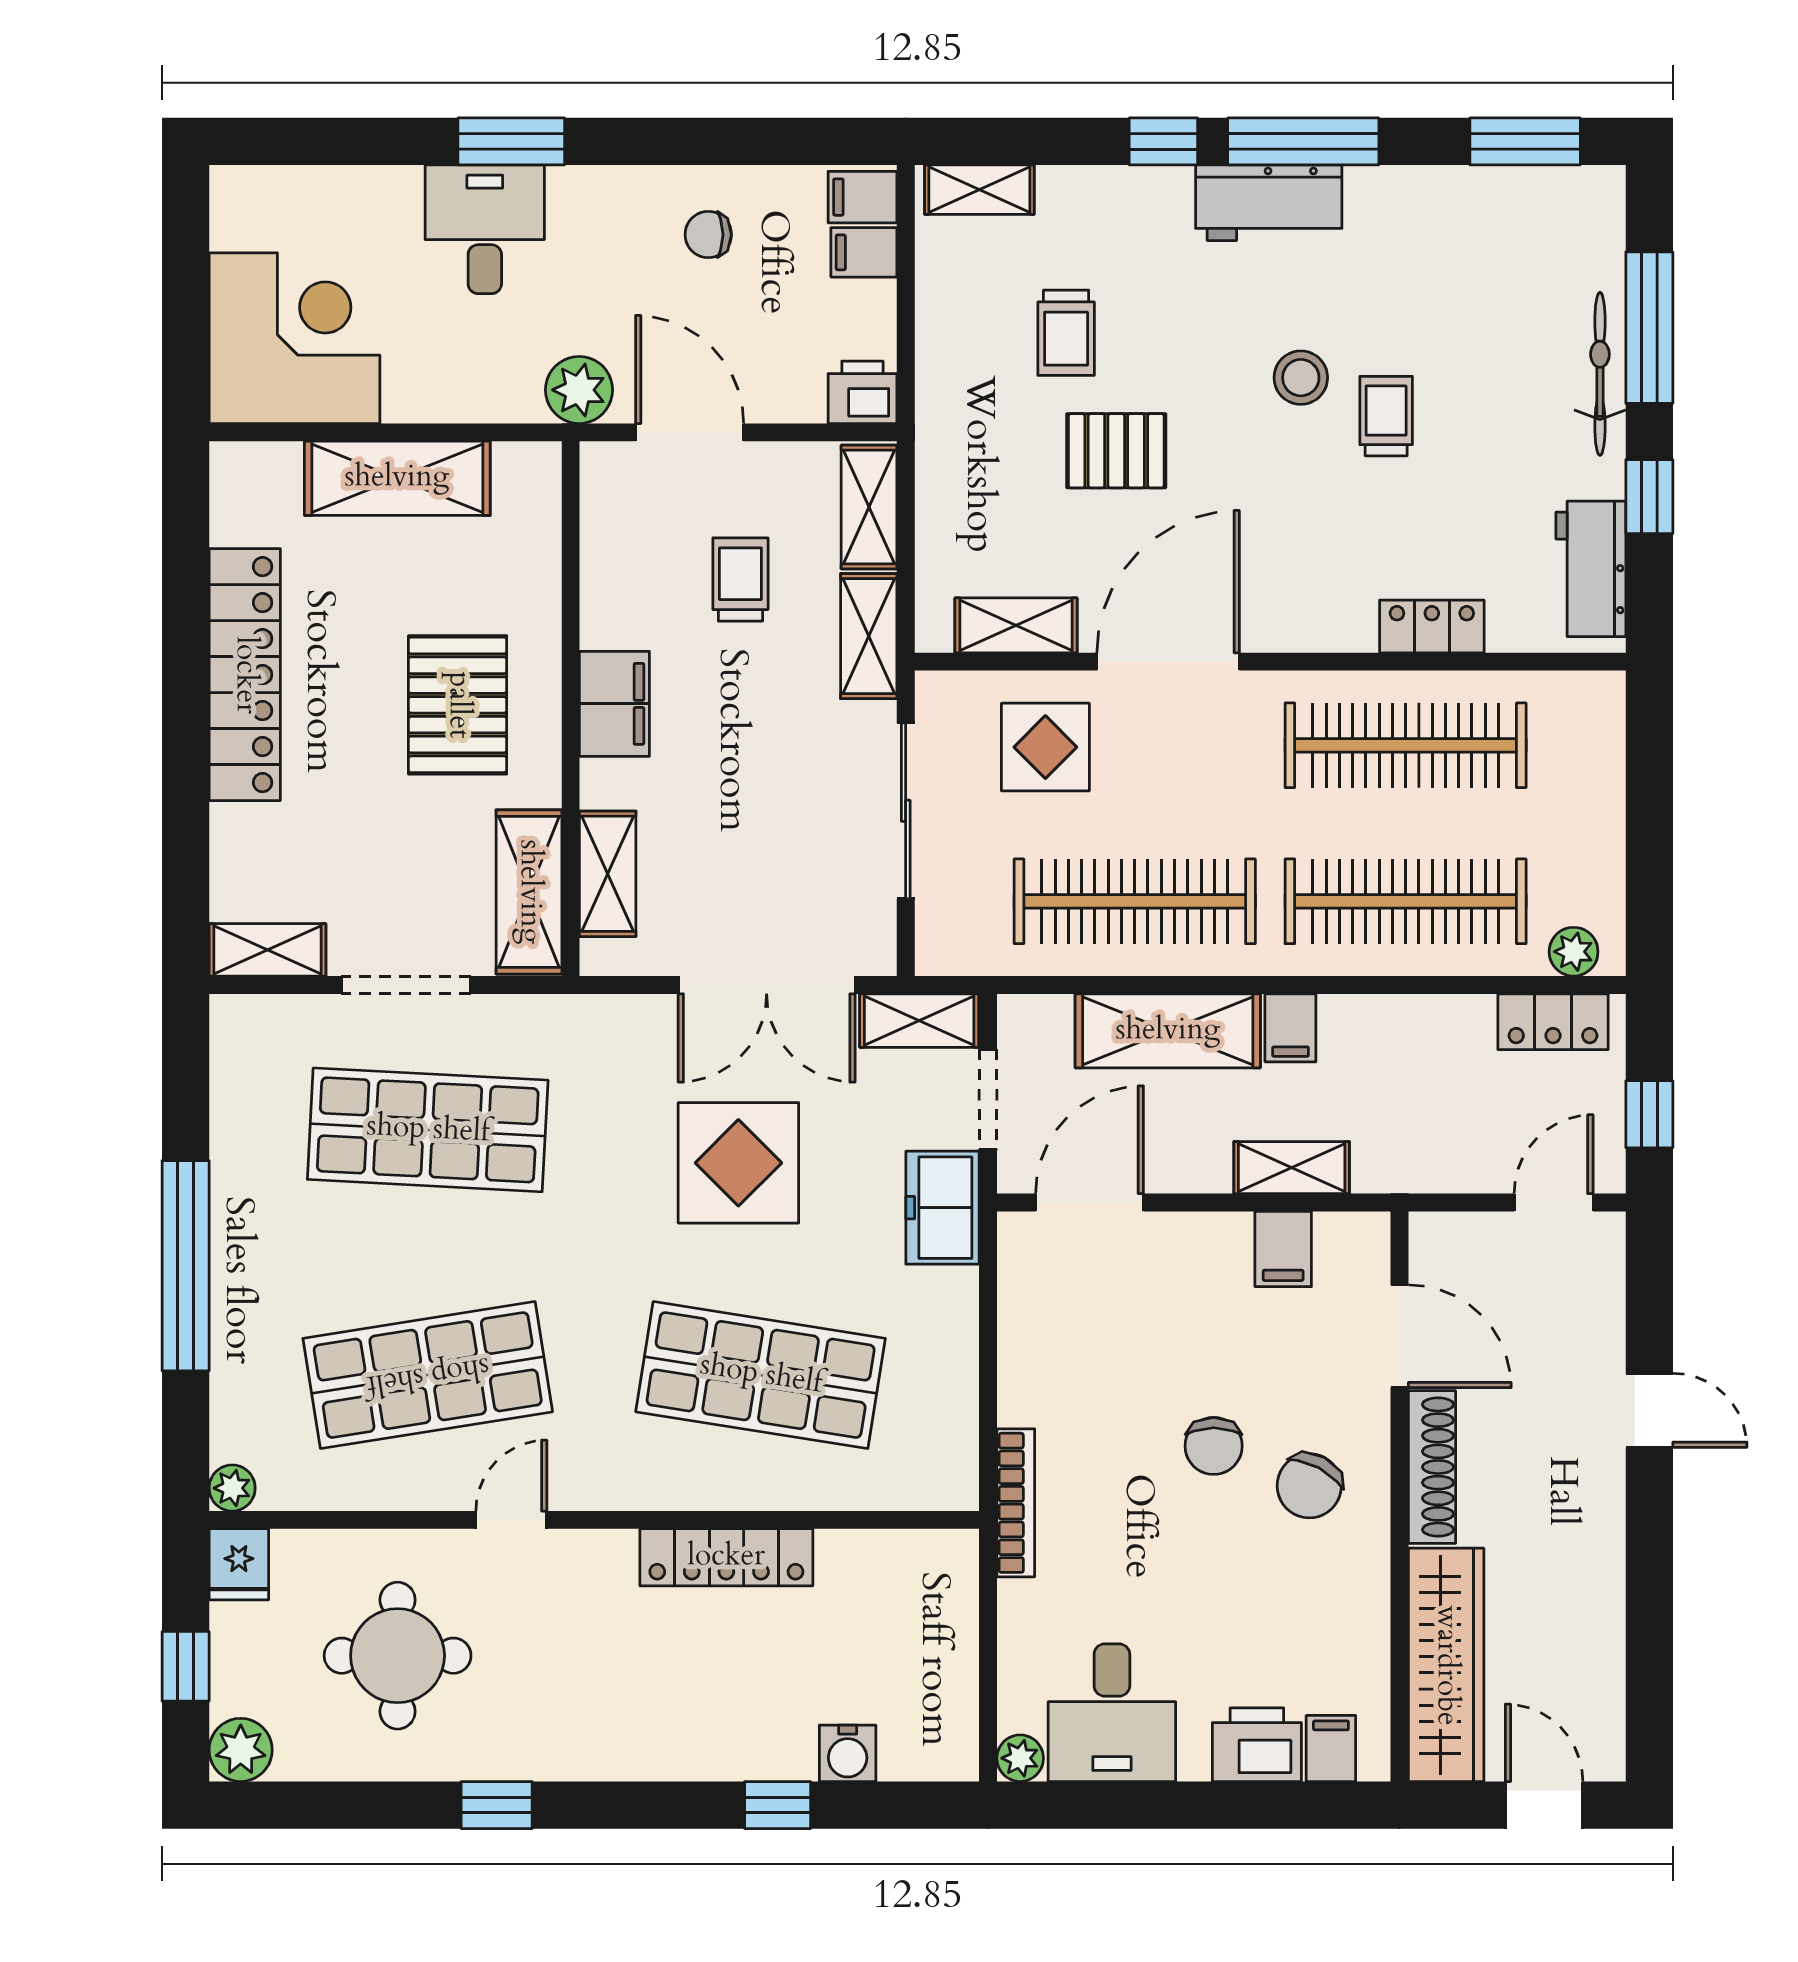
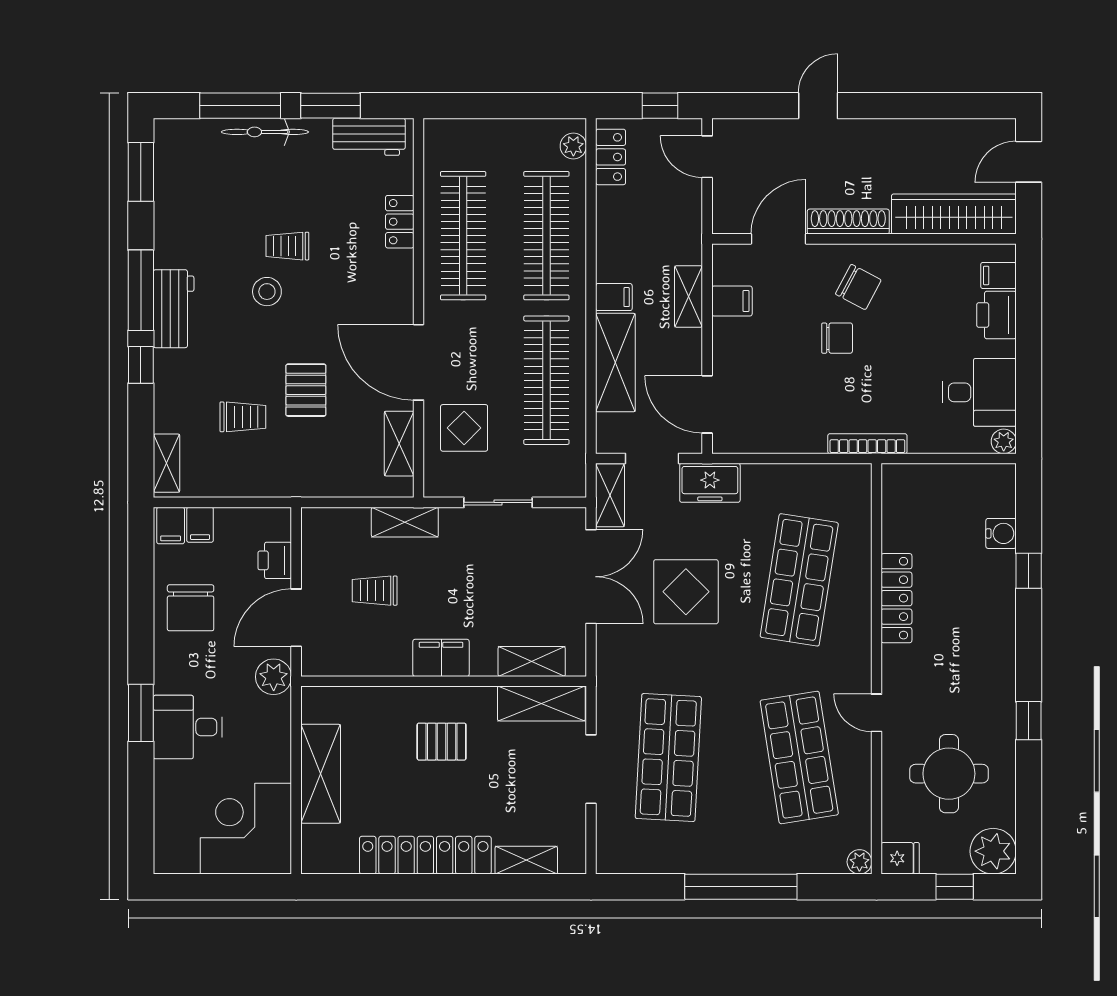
chair: (708, 235) -> (191, 608), width x1.87, depth x1.87
printer: (862, 392) -> (275, 560), moved
window: (1649, 497) -> (330, 106), width x1.50
shelving: (869, 507) -> (336, 522), removed
pallet: (458, 705) -> (442, 742), width x0.67, depth x0.71
sliding door: (906, 811) -> (498, 502), width x0.73
shelving: (267, 950) -> (526, 860), moved, turned 90
plant: (241, 1750) -> (993, 851), width x1.36, depth x1.36

